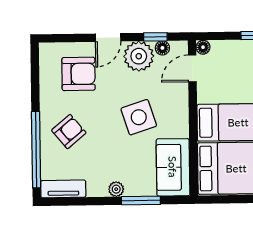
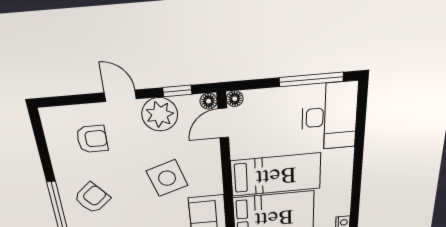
door: (108, 38) -> (120, 96), swing flipped
floor lamp: (162, 48) -> (209, 101), moved
armchair: (78, 74) -> (92, 139), width x0.72, depth x0.72

